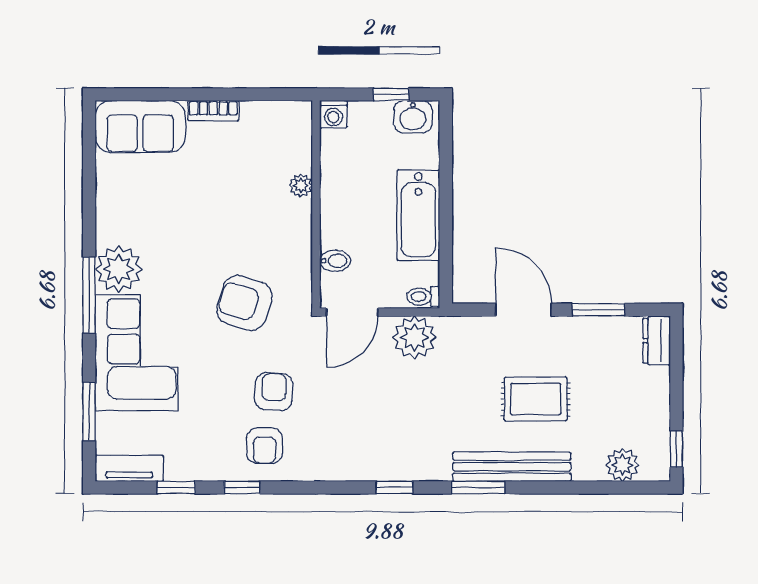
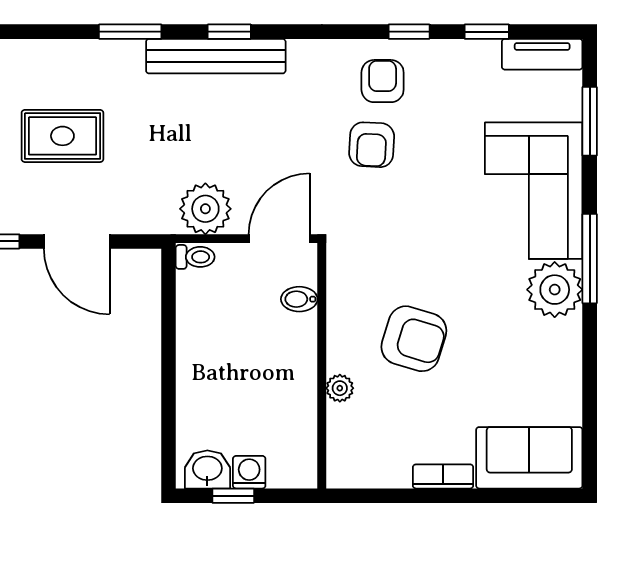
washing machine: (333, 114) -> (249, 472), moved
bathtub: (418, 215) -> (201, 353), removed
armchair: (244, 303) -> (414, 339), moved
bench: (512, 467) -> (216, 56), moved

